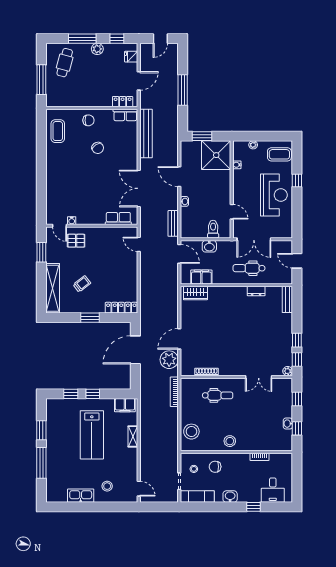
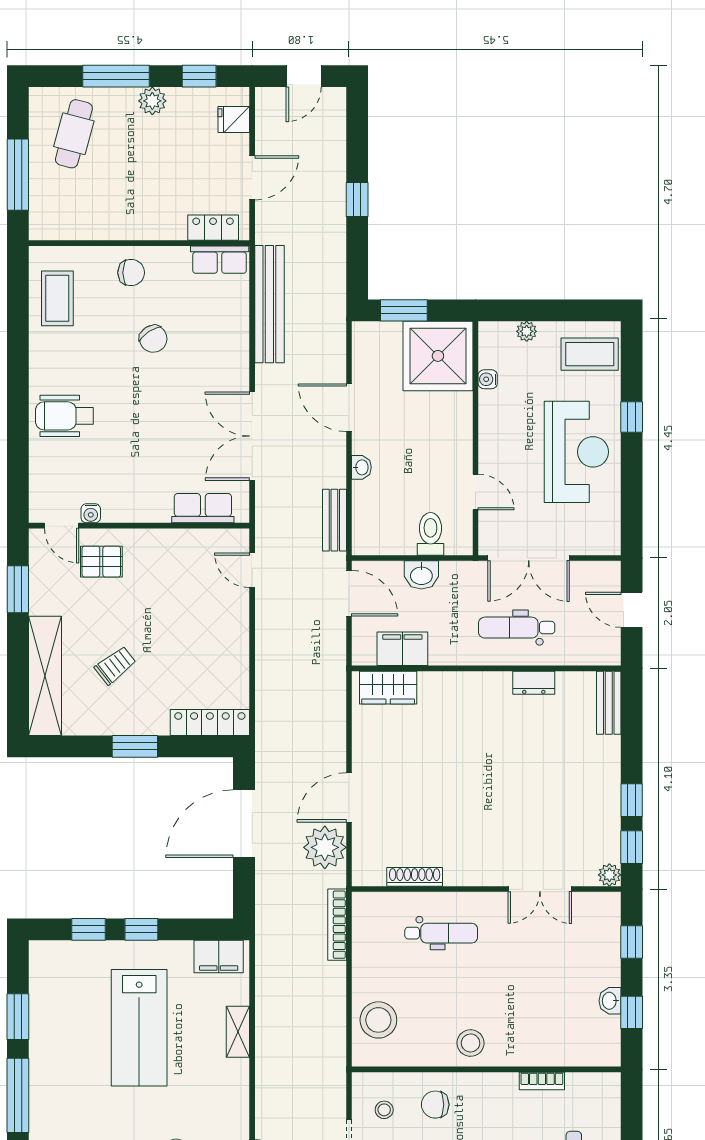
window: (183, 90) -> (357, 200), width x0.46
wheelchair: (61, 180) -> (64, 416), added

